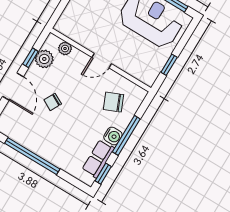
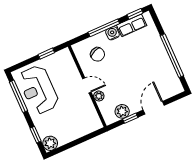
plant: (65, 48) -> (99, 96), moved
chair: (53, 102) -> (135, 81), removed

